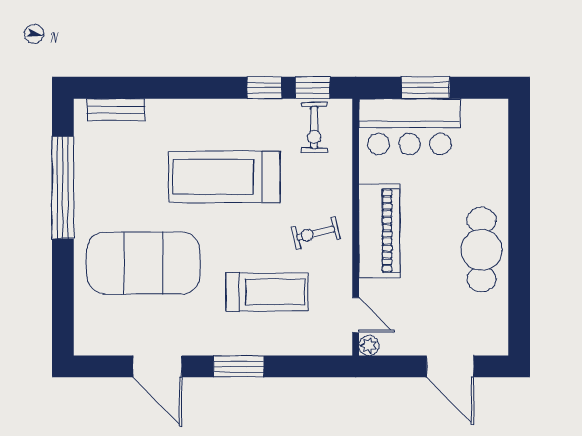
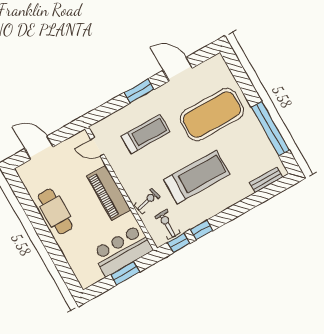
exercise bike: (316, 233) -> (147, 201), moved
treadmill: (267, 292) -> (146, 134), turned 180
plant: (369, 346) -> (83, 136), removed

